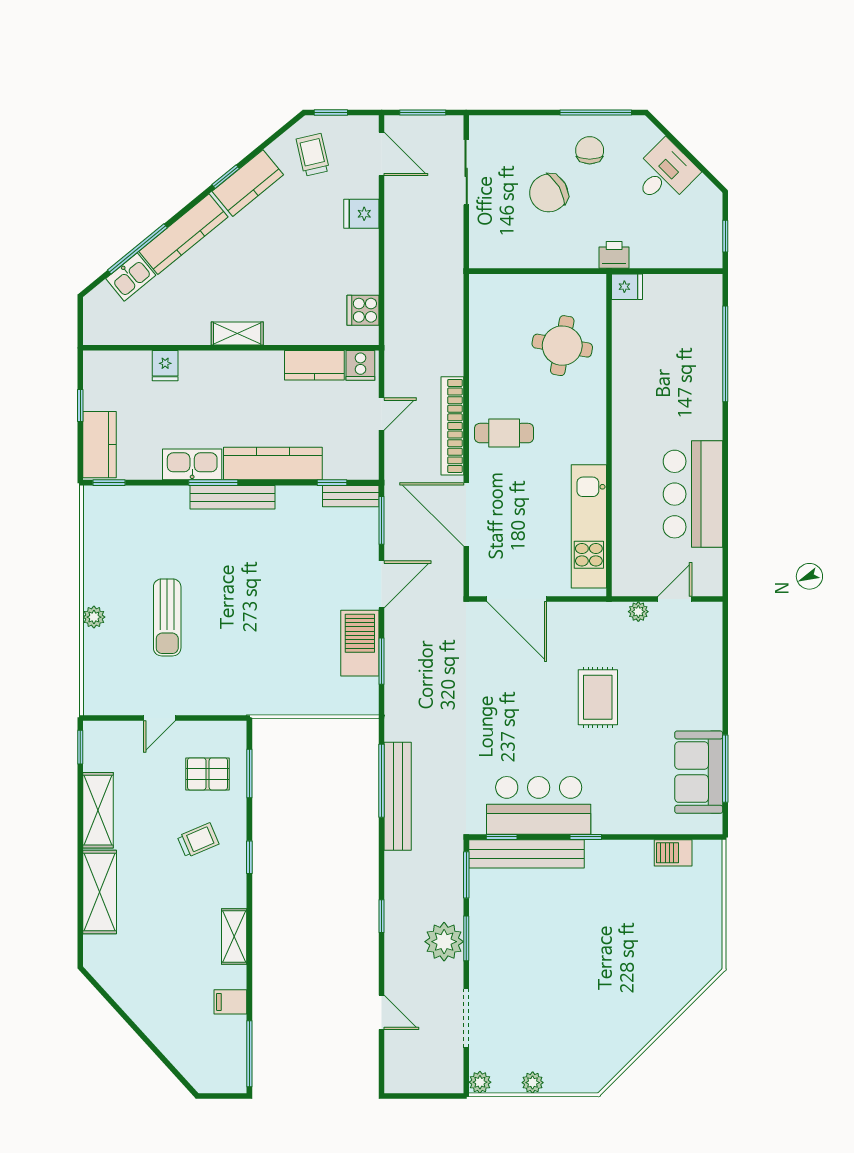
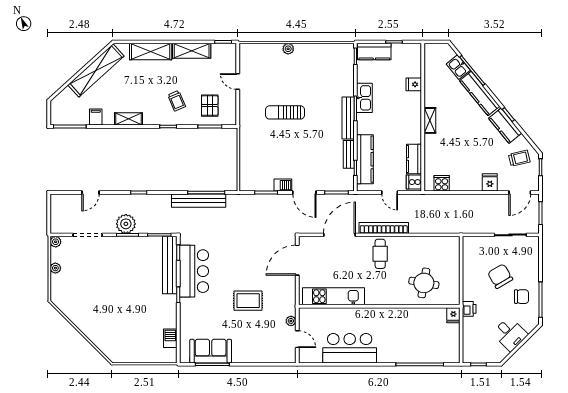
kitchen counter: (273, 464) -> (365, 159), moved
bench: (351, 496) -> (349, 154), moved
sun lounger: (167, 617) -> (285, 112), moved
barbecue: (360, 643) -> (283, 185), width x0.53, depth x0.65
shelving: (137, 1002) -> (96, 70), added

